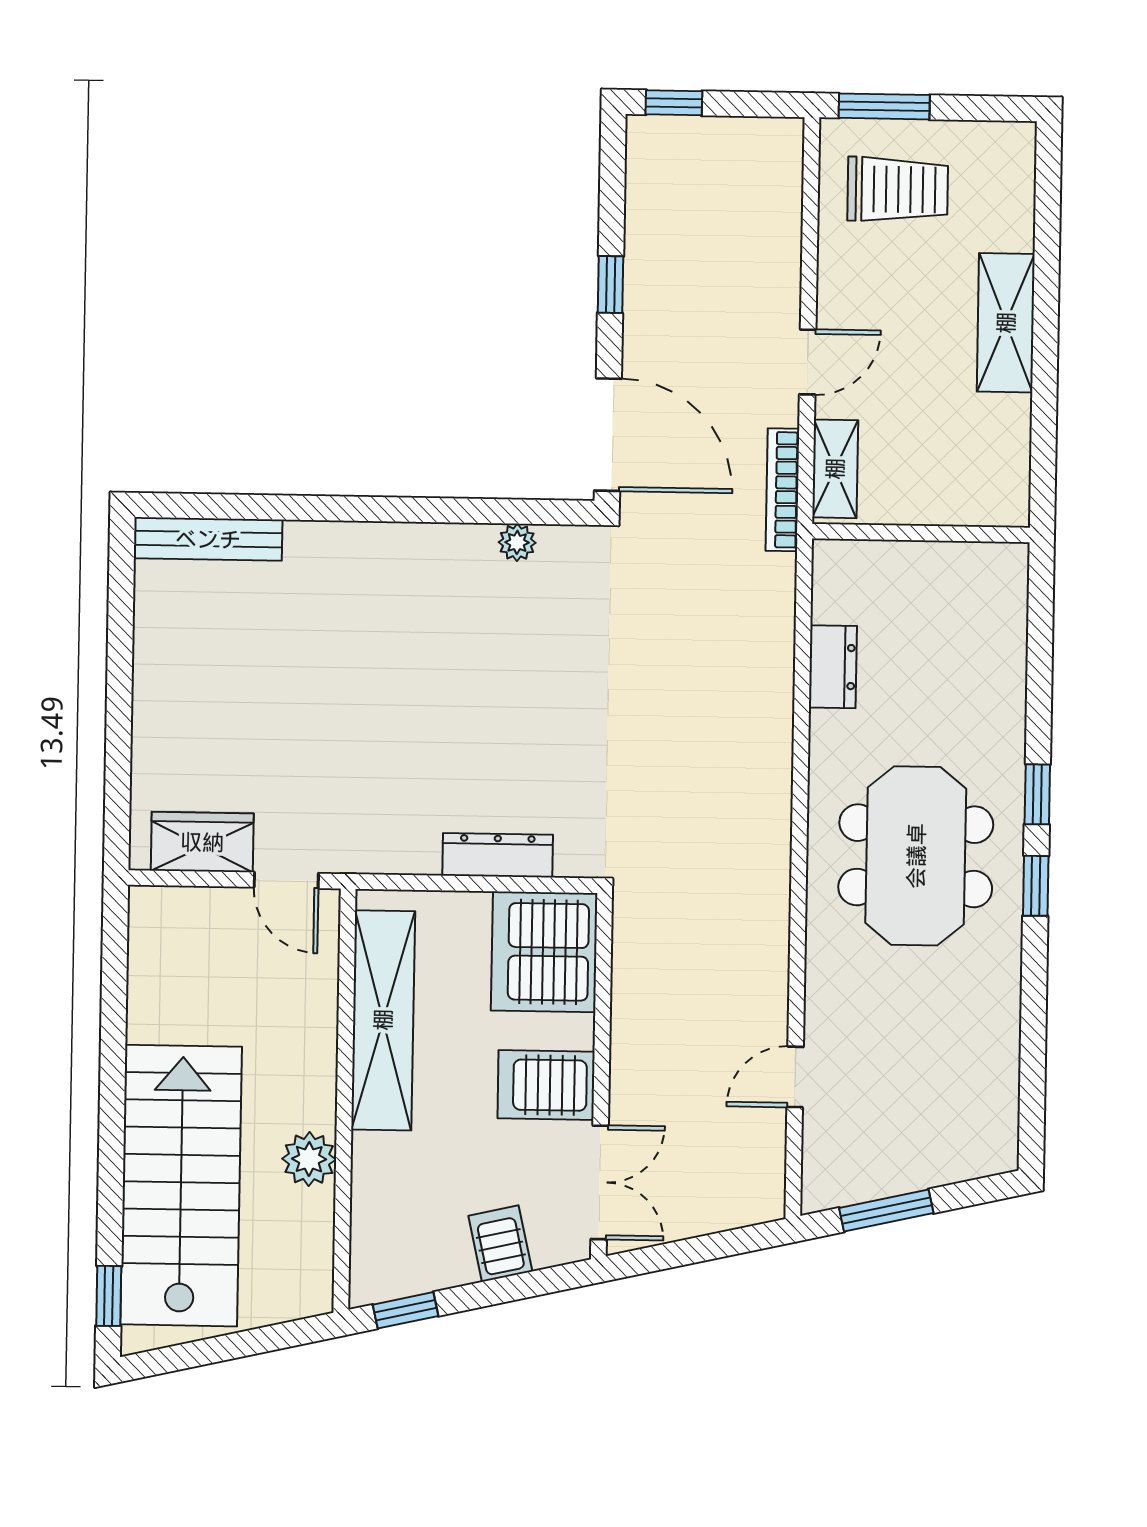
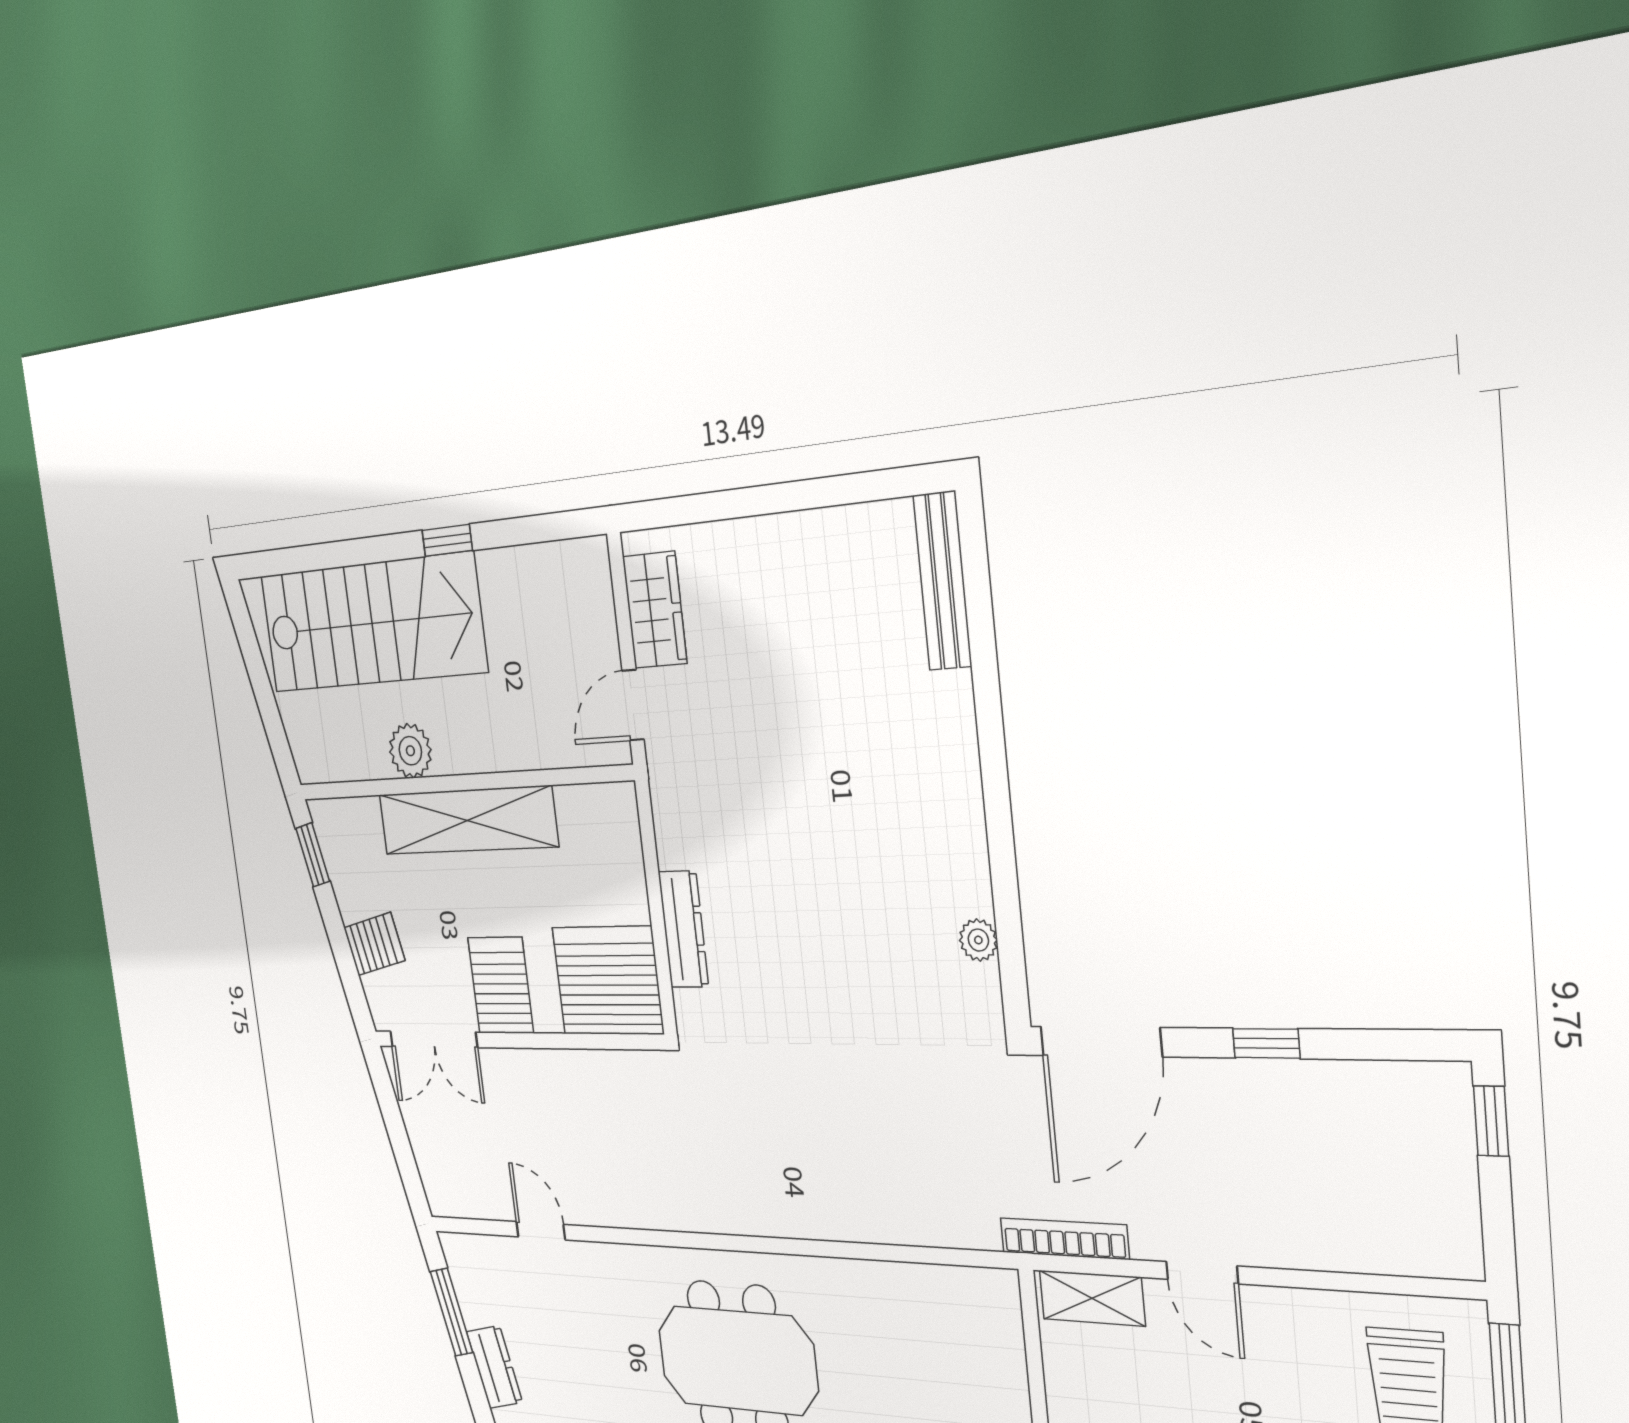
dresser: (833, 667) -> (494, 1367), moved, turned -103
shelving: (383, 1020) -> (467, 820), moved
window: (109, 1296) -> (447, 540), moved

